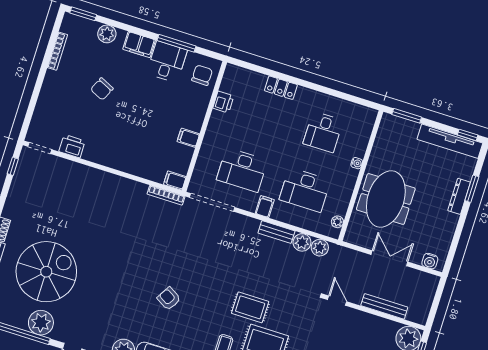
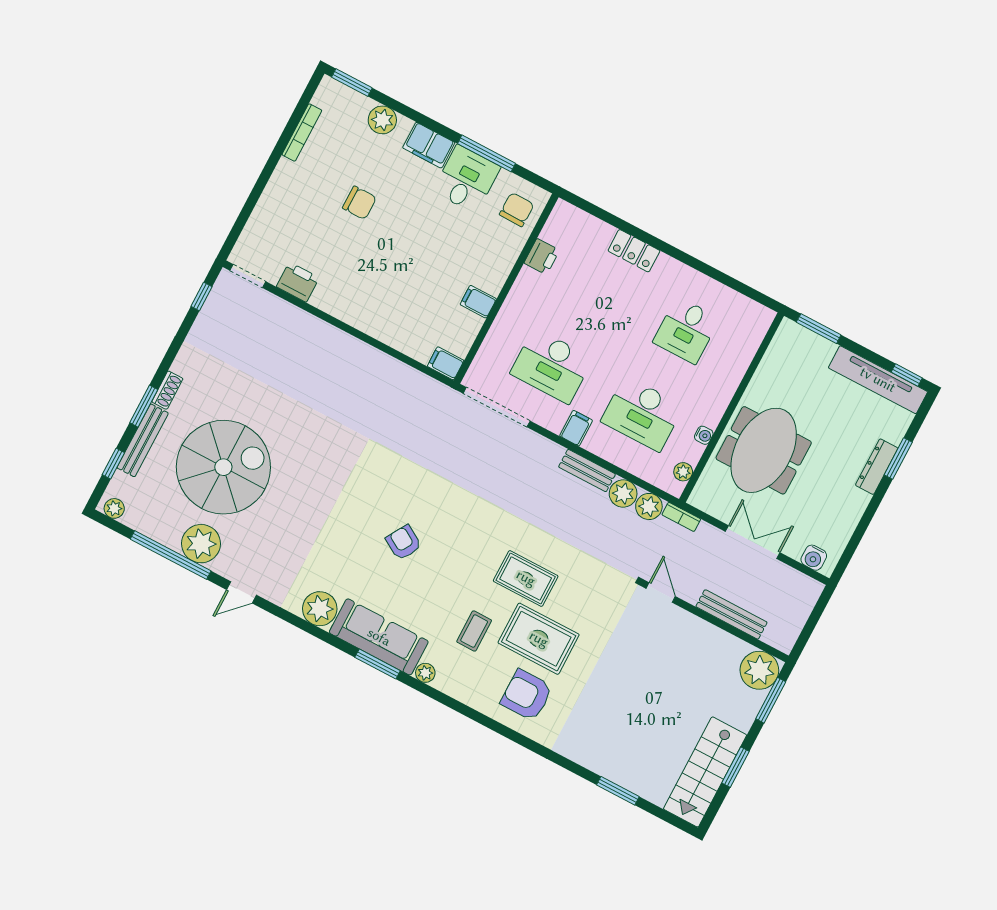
chair: (102, 89) -> (359, 203), turned -115
water cooler: (357, 163) -> (704, 435), moved
bookcase: (166, 195) -> (681, 517), moved, width x0.64

